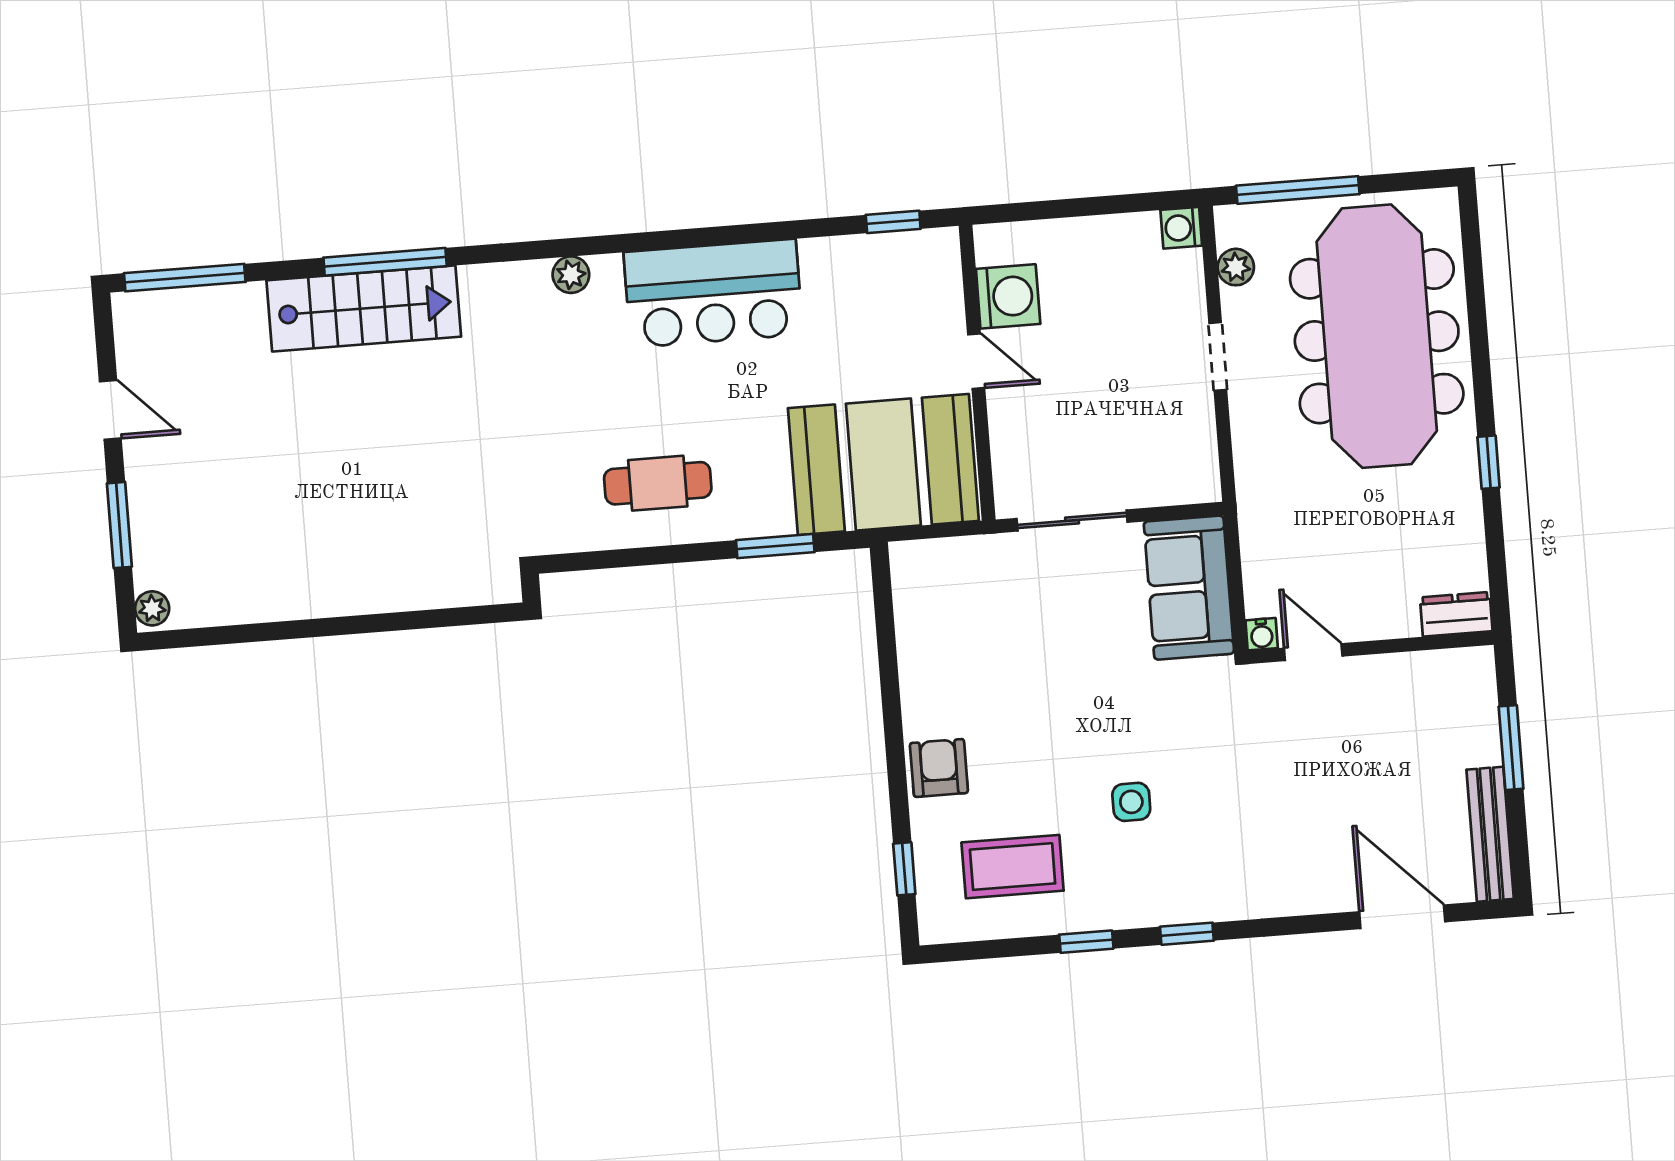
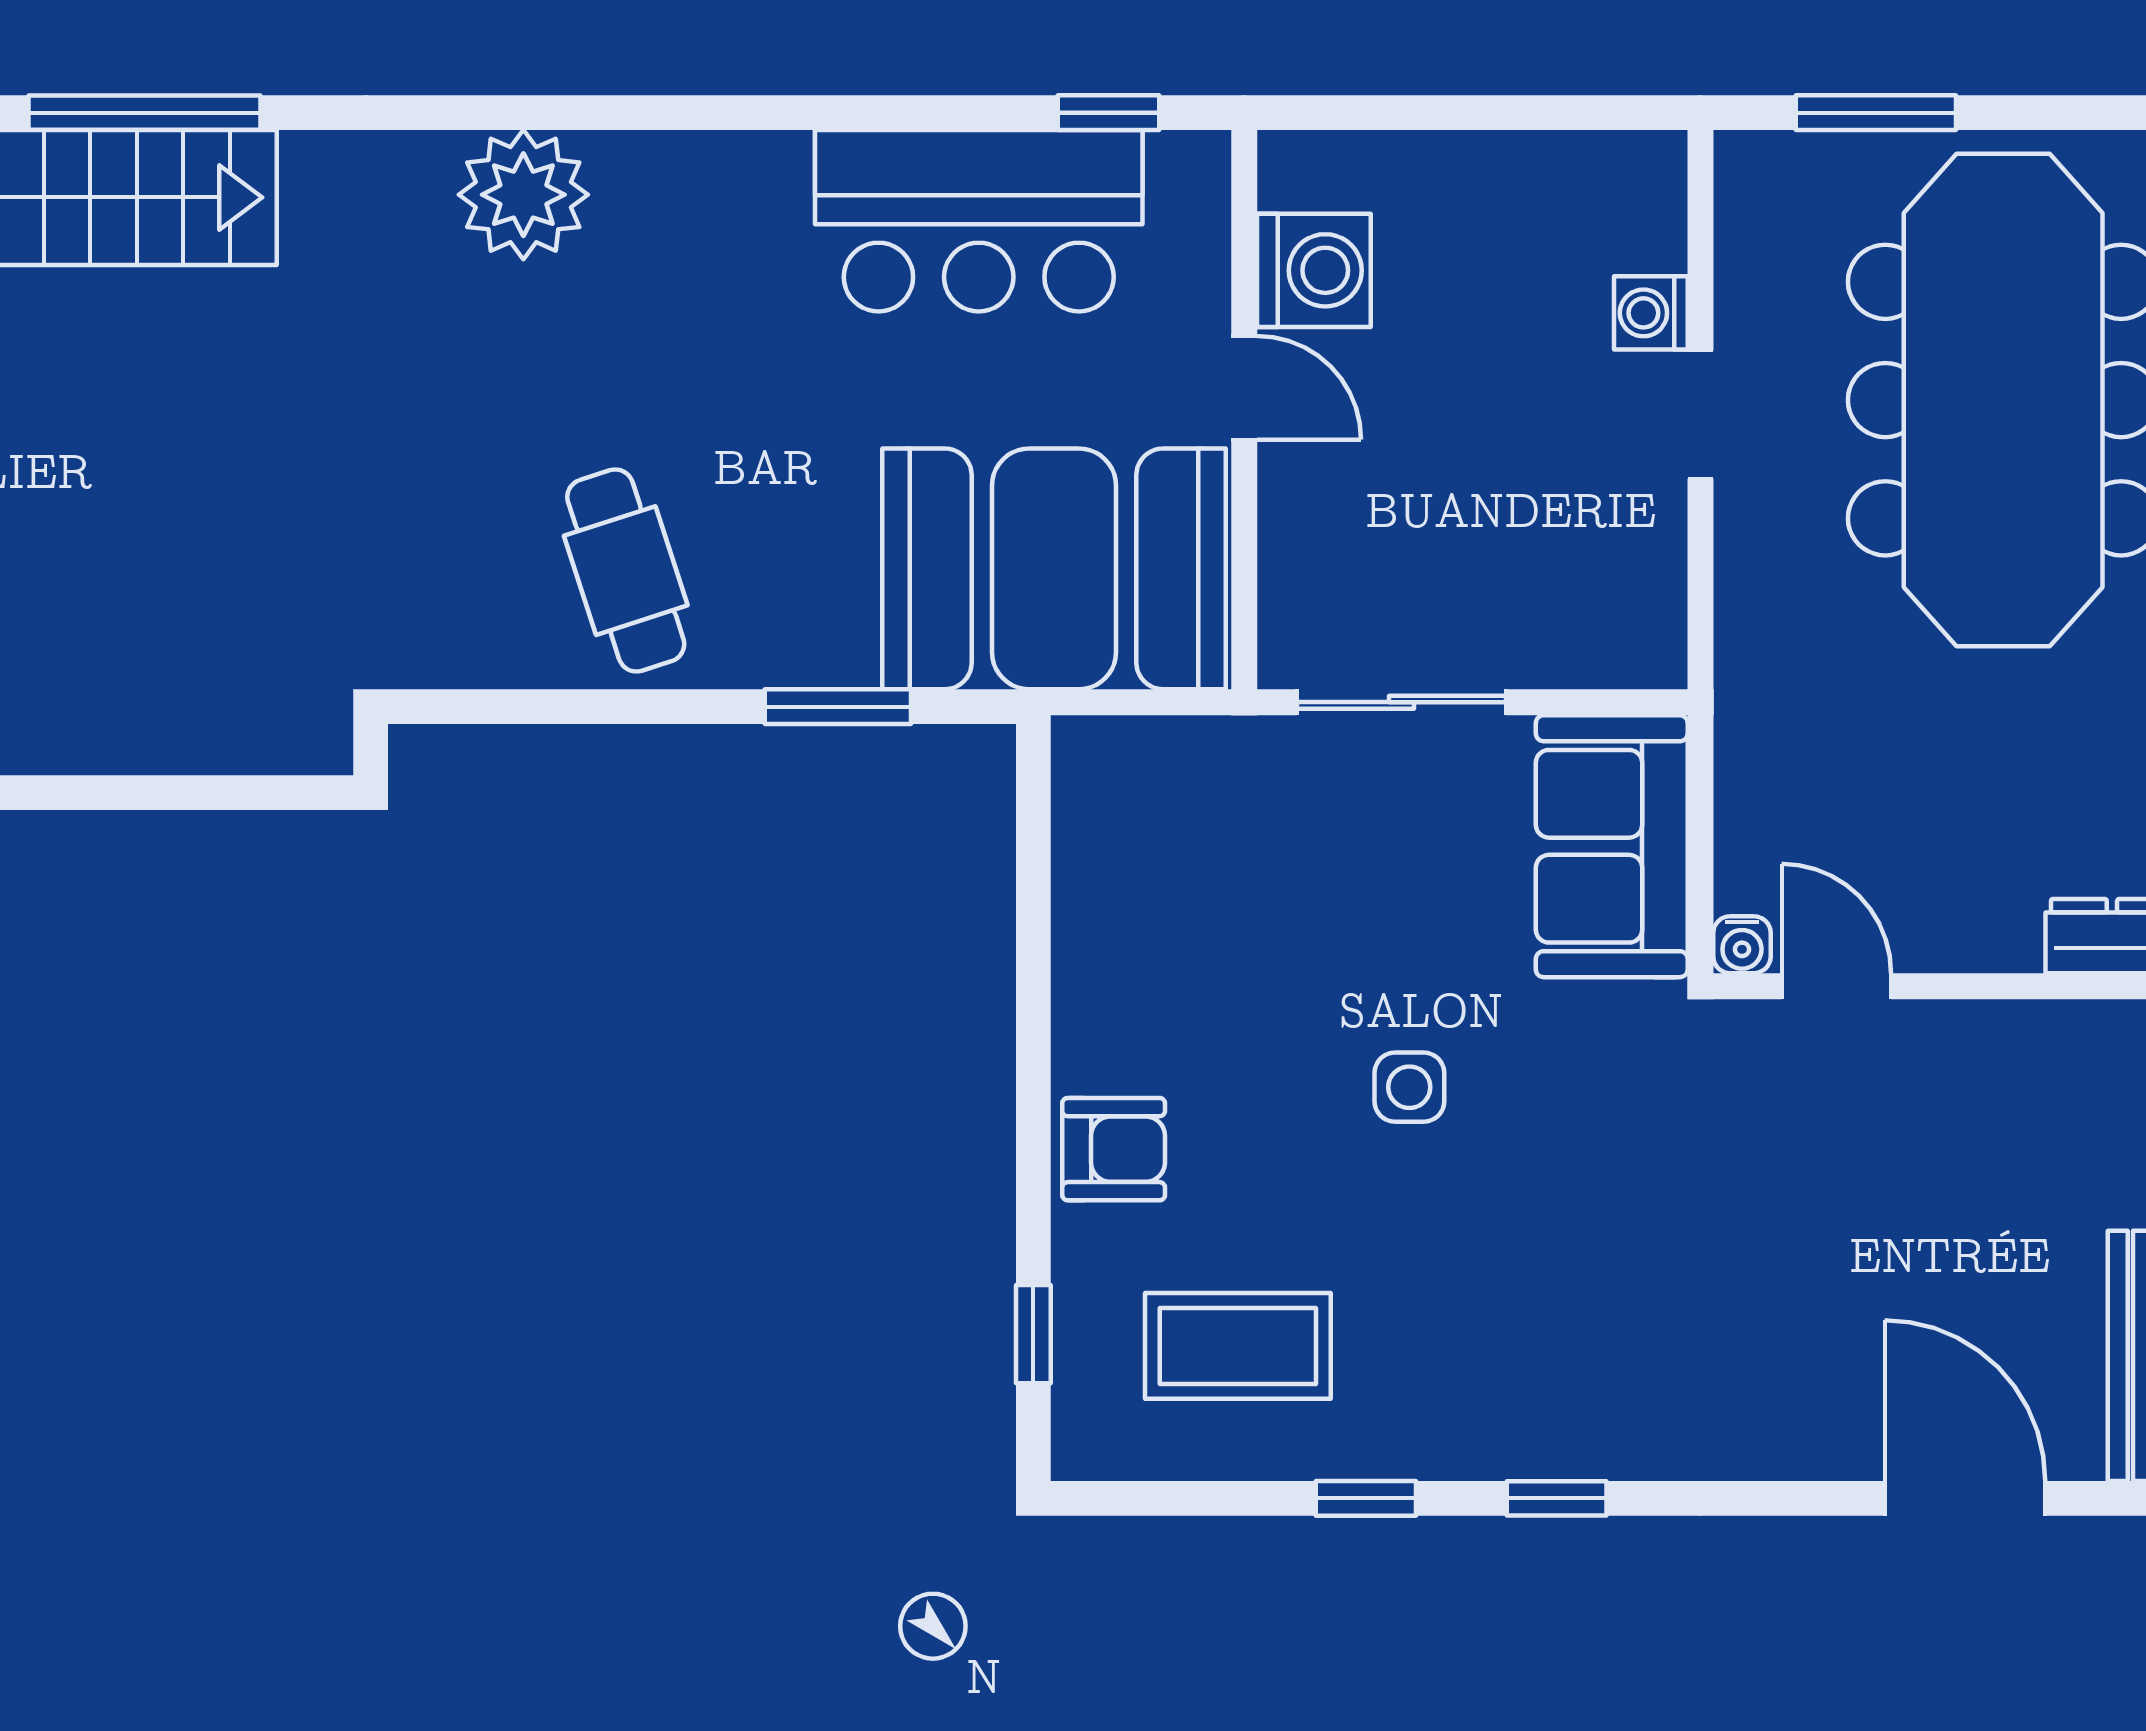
window: (1298, 190) -> (1876, 113), width x0.69
washing machine: (1181, 228) -> (1651, 313), moved
plant: (1236, 267) -> (1748, 249), removed
plant: (571, 275) -> (523, 195), width x1.87, depth x1.87
bar counter: (713, 293) -> (979, 221), moved
cafe table: (658, 483) -> (626, 571), turned 72
armchair: (939, 768) -> (1114, 1149), turned 90
side table: (1131, 802) -> (1409, 1087), moved

